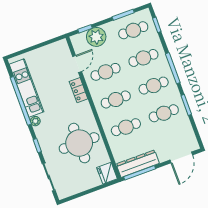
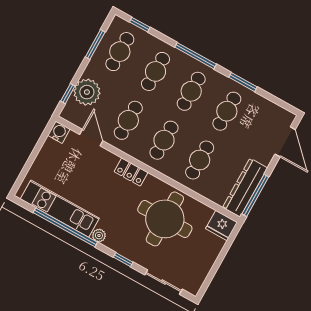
water cooler: (62, 46) -> (59, 132), added
locker: (79, 90) -> (131, 172), moved

